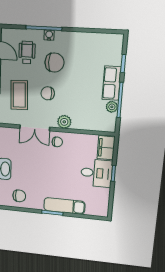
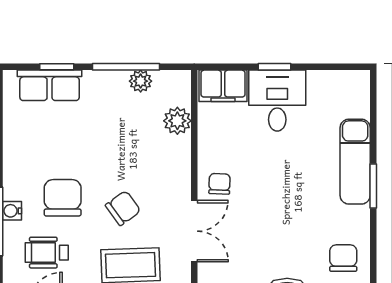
row of seats: (112, 83) -> (50, 85), moved
chair: (48, 93) -> (123, 208), turned -126
plant: (64, 122) -> (177, 121), moved

